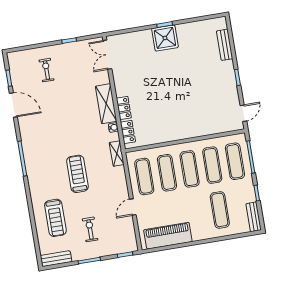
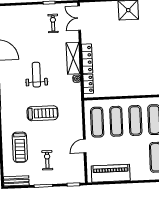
exercise bike: (46, 70) -> (53, 23), moved
locker: (124, 108) -> (87, 59), width x1.53
weight bench: (64, 129) -> (36, 75), added
shelving: (117, 154) -> (77, 100), removed
treadmill: (77, 174) -> (42, 113), turned 90

